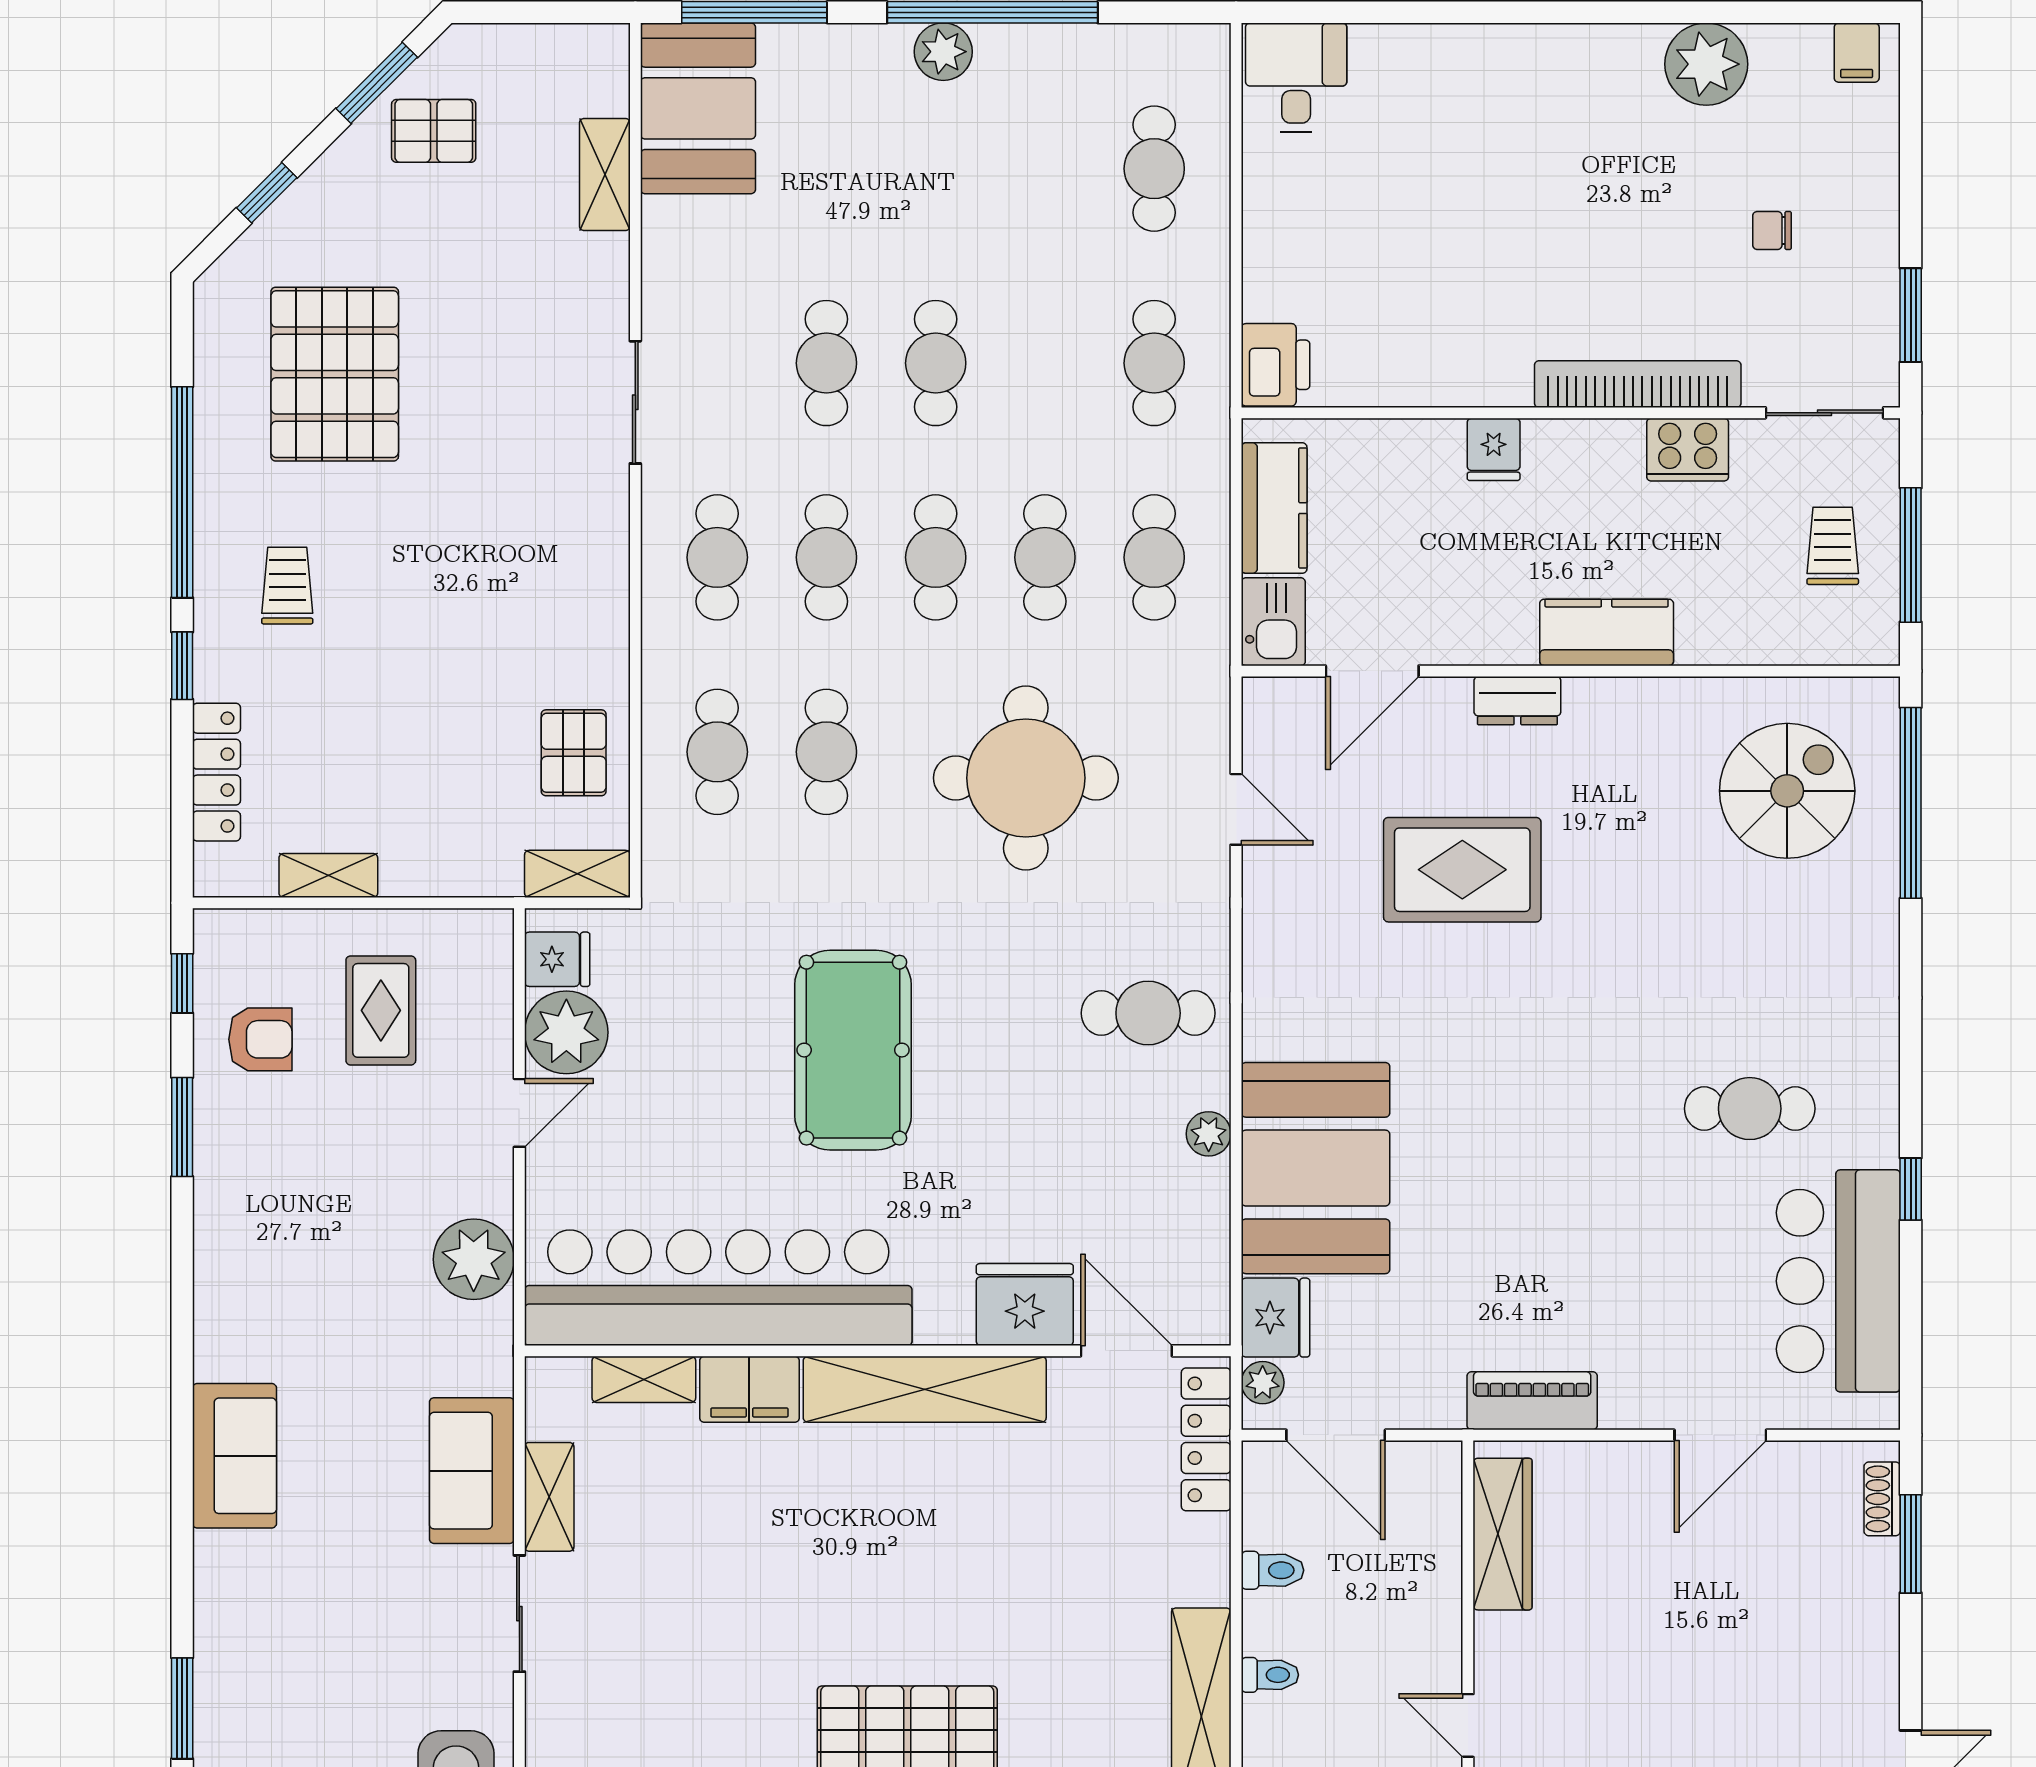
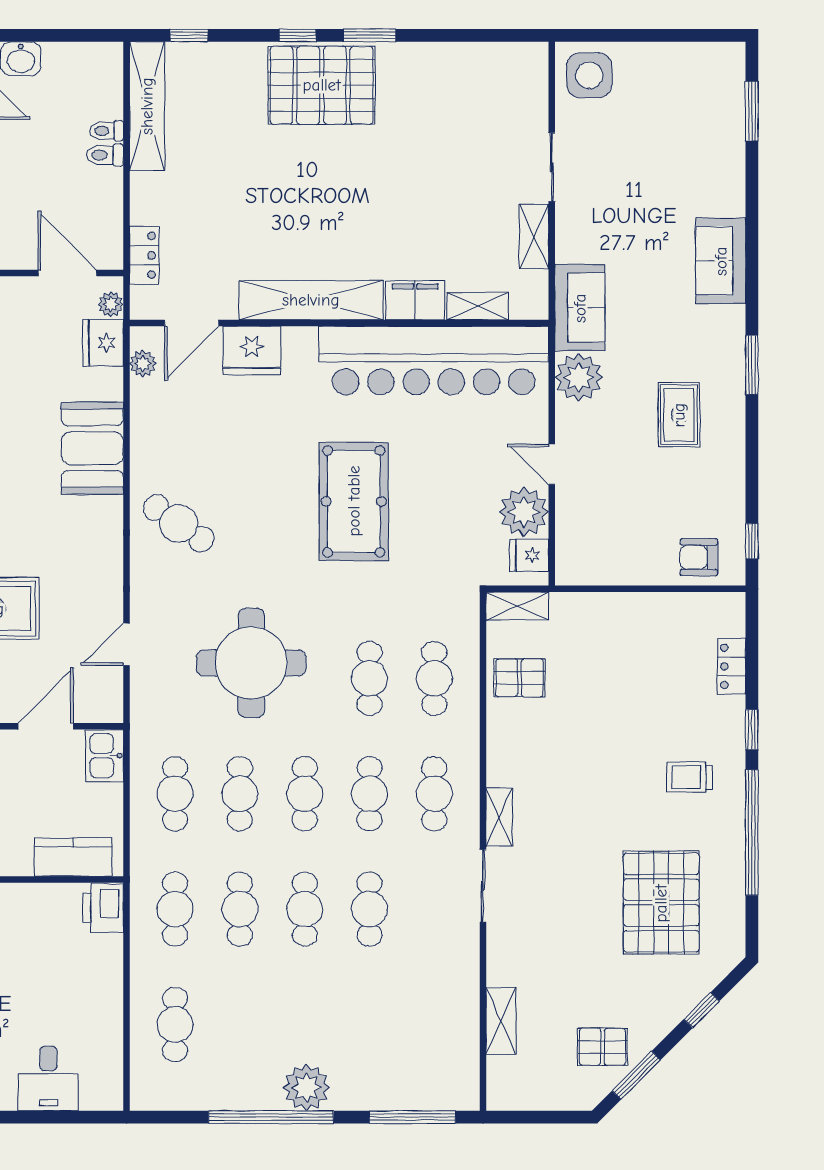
plant: (943, 52) -> (306, 1088), width x1.36, depth x1.36
desk: (1296, 77) -> (48, 1079), moved
booth: (698, 108) -> (446, 1060), removed
cafe table: (1045, 363) -> (240, 909), added
kitchen counter: (1274, 508) -> (73, 857), moved, turned 90
trolley: (287, 586) -> (689, 777), turned 90
pallet: (574, 753) -> (519, 678), turned 90
locker: (216, 772) -> (731, 666), width x0.66
door: (1236, 809) -> (126, 644), hinge flipped
shelving: (328, 875) -> (499, 817), moved, turned 90
rug: (381, 1010) -> (679, 415), moved
cafe table: (1148, 1013) -> (179, 523), turned 35
armchair: (260, 1039) -> (699, 557), moved
door: (519, 1113) -> (552, 464), hinge flipped
window: (182, 1127) -> (752, 365), moved
plant: (1209, 1134) -> (143, 364), moved
booth: (1316, 1168) -> (92, 448), width x0.73, depth x0.70
door: (1126, 1351) -> (192, 323), hinge flipped
locker: (1206, 1439) -> (144, 255), width x0.66
sofa: (472, 1471) -> (580, 308), moved
toilet: (1273, 1570) -> (105, 155), moved

